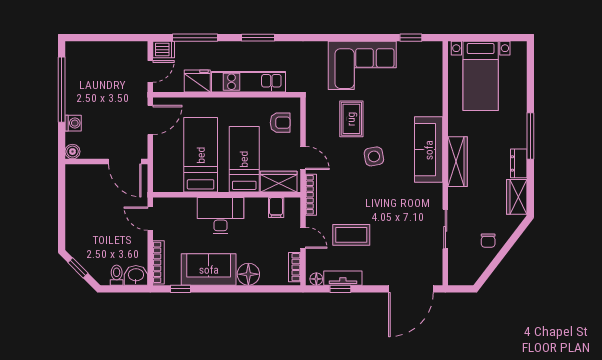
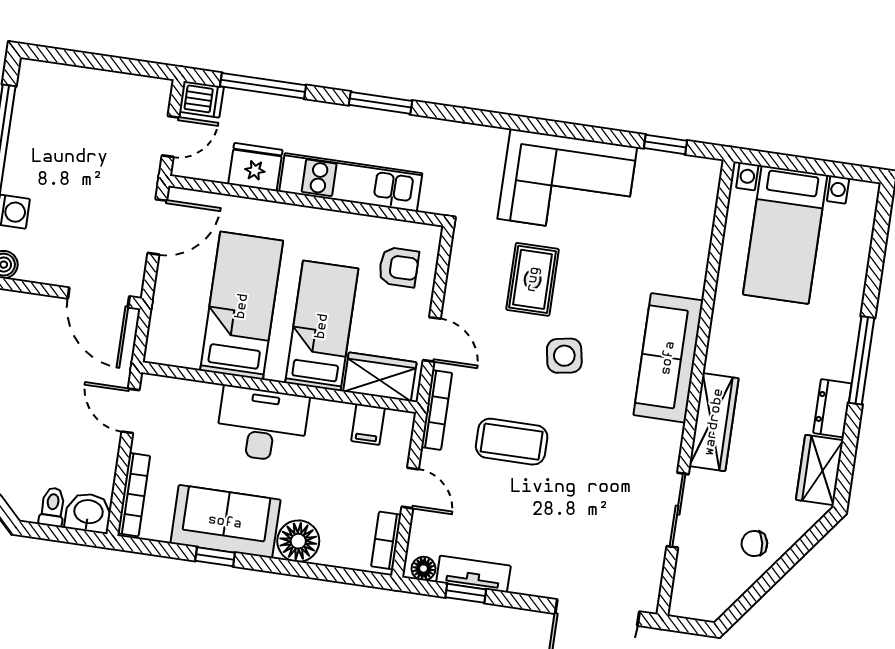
wardrobe: (458, 162) -> (714, 422), moved
coffee table: (351, 235) -> (512, 442), moved
chair: (488, 241) -> (754, 544), turned 79
window: (181, 289) -> (215, 557), moved

